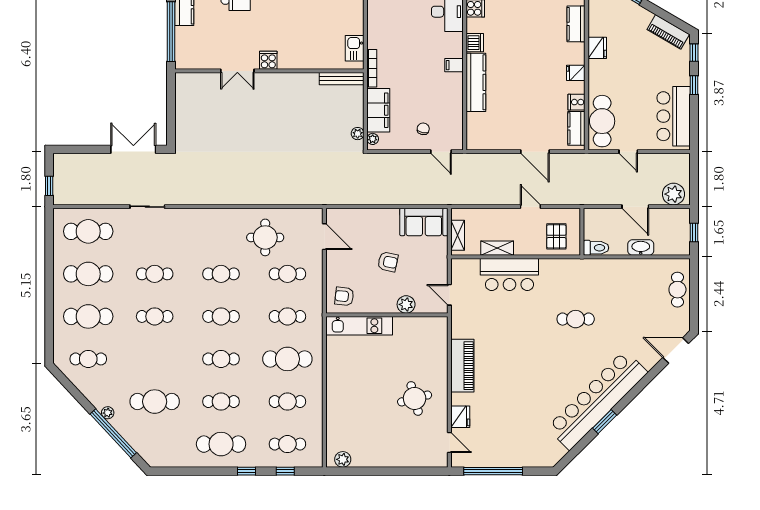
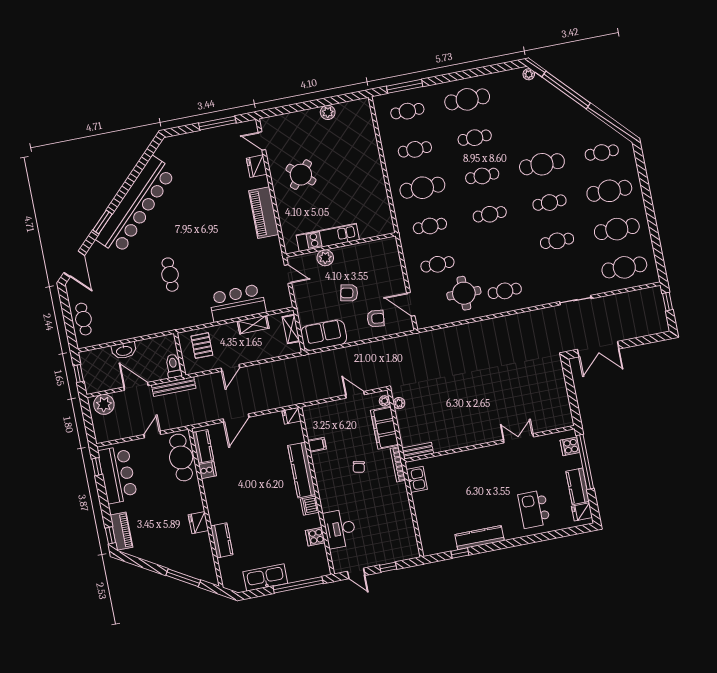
piano: (668, 32) -> (121, 531), moved, turned 60
cooker: (268, 60) -> (570, 446), moved, turned 90
filing cabinet: (454, 65) -> (317, 445), moved
fridge: (576, 73) -> (291, 416), moved, turned 180
bench: (342, 79) -> (418, 451), width x0.73
window: (694, 85) -> (97, 467), moved
chair: (423, 129) -> (359, 467), moved
door: (441, 152) -> (355, 395), moved
door: (535, 152) -> (236, 418), swing flipped
door: (628, 152) -> (152, 435), hinge flipped
bench: (595, 199) -> (174, 387), added
door: (530, 207) -> (230, 368), hinge flipped
toilet: (596, 248) -> (173, 366), moved, turned 90
cafe table: (221, 274) -> (505, 291), moved
armchair: (344, 296) -> (376, 319), moved
cafe table: (576, 319) -> (170, 275), turned 90
kitchen unit: (359, 326) -> (328, 237), moved
door: (676, 350) -> (74, 264), hinge flipped
round table: (415, 398) -> (301, 175), turned -34
cafe table: (155, 402) -> (542, 164), moved
plant: (108, 413) -> (529, 74), moved
window: (605, 422) -> (102, 222), moved
plant: (343, 459) -> (328, 112), moved
window: (246, 471) -> (439, 79), removed
window: (285, 471) -> (405, 86), width x2.17
window: (493, 471) -> (217, 123), width x0.68

